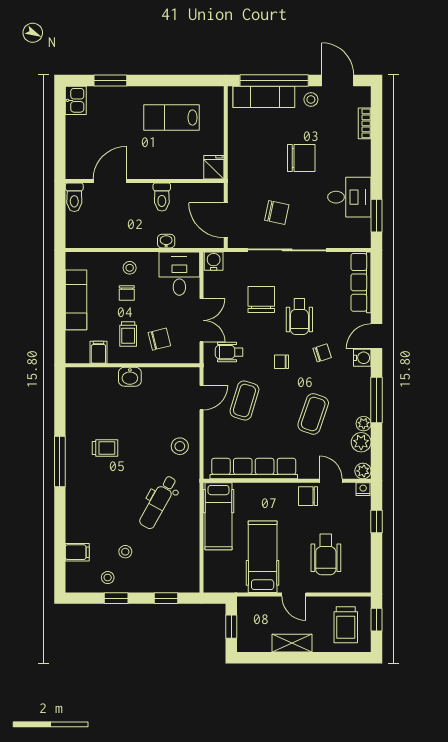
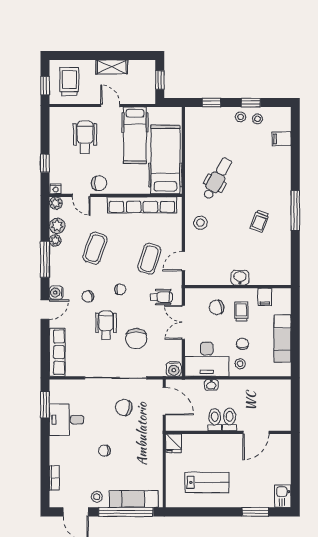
chair: (301, 158) -> (104, 451), width x0.54, depth x0.54
toilet: (74, 197) -> (230, 419), moved
desk: (179, 274) -> (207, 359), width x1.37
trolley: (105, 448) -> (260, 221), turned -69
hospital bed: (218, 516) -> (165, 160), width x1.37, depth x1.29
stool: (125, 552) -> (241, 117), moved

